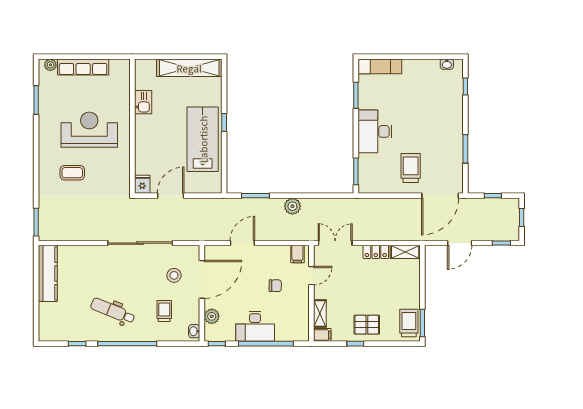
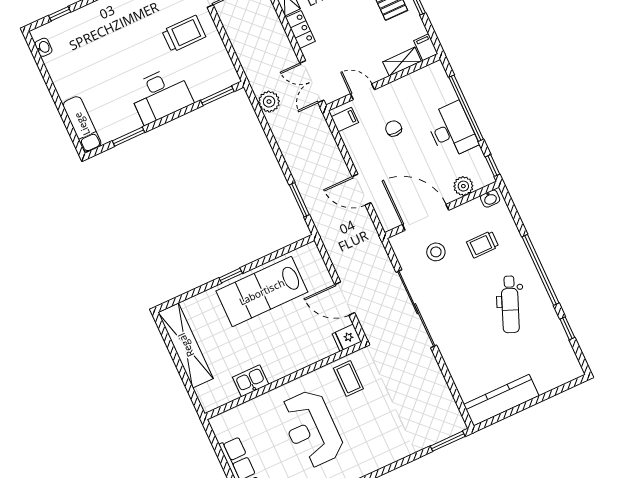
trolley: (411, 168) -> (184, 34), turned 180
coffee table: (72, 173) -> (348, 378), moved
plant: (292, 206) -> (269, 102), moved

